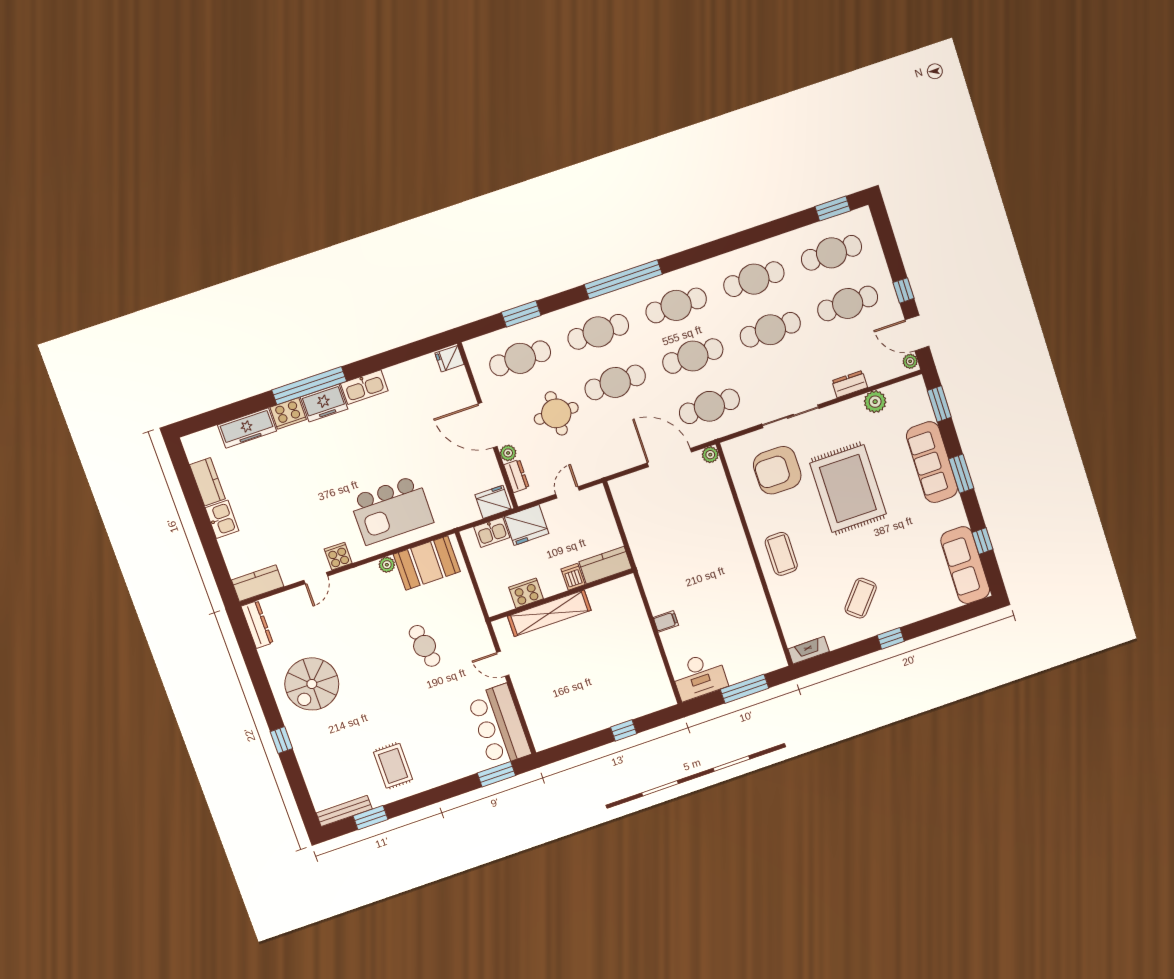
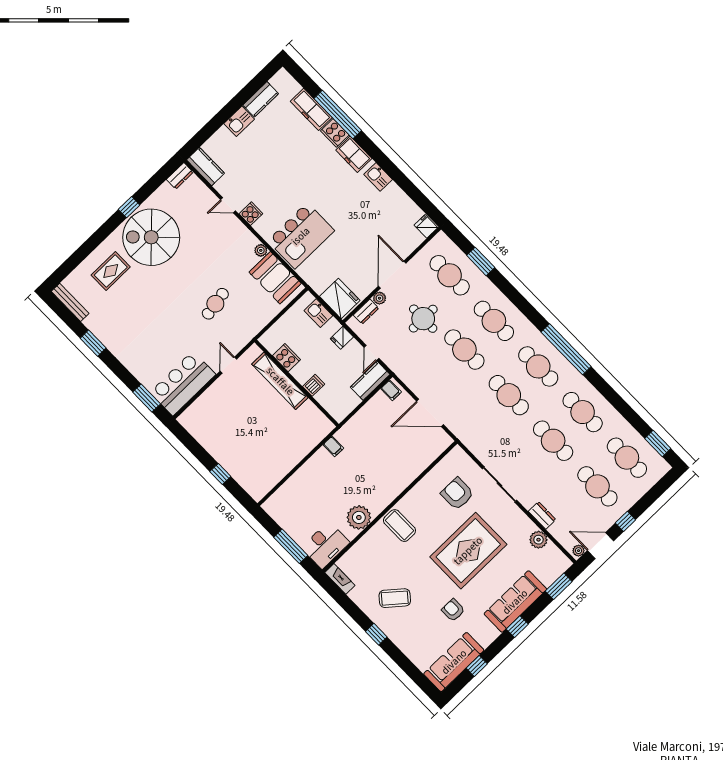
window: (623, 279) -> (566, 349), moved
door: (917, 333) -> (600, 546), hinge flipped
window: (309, 386) -> (338, 114), moved
kitchen sink: (364, 387) -> (378, 177), width x0.73
cafe table: (709, 406) -> (479, 424), removed
plant: (710, 455) -> (359, 517), moved, width x1.88, depth x1.88
door: (669, 458) -> (430, 413), swing flipped
armchair: (777, 470) -> (457, 494), width x0.73, depth x0.73
window: (961, 474) -> (517, 627), width x0.67
filing cabinet: (622, 490) -> (391, 390), added
door: (567, 492) -> (372, 353), swing flipped
fridge: (493, 502) -> (340, 298), width x1.36, depth x1.34
kitchen island: (392, 510) -> (301, 236), turned -90
fridge: (527, 525) -> (342, 338), width x0.53, depth x0.75
armchair: (907, 538) -> (453, 610), added
coffee table: (781, 554) -> (399, 526), turned 90
kitchen counter: (605, 565) -> (370, 381), moved, turned -90
filing cabinet: (666, 621) -> (333, 446), moved
dresser: (257, 624) -> (180, 176), width x0.70
desk: (699, 676) -> (325, 545), moved, turned -90
spiral stairs: (312, 684) -> (151, 237), width x1.37, depth x1.37
window: (281, 740) -> (129, 207), moved
rug: (393, 766) -> (111, 271), moved
window: (370, 818) -> (93, 343), moved

